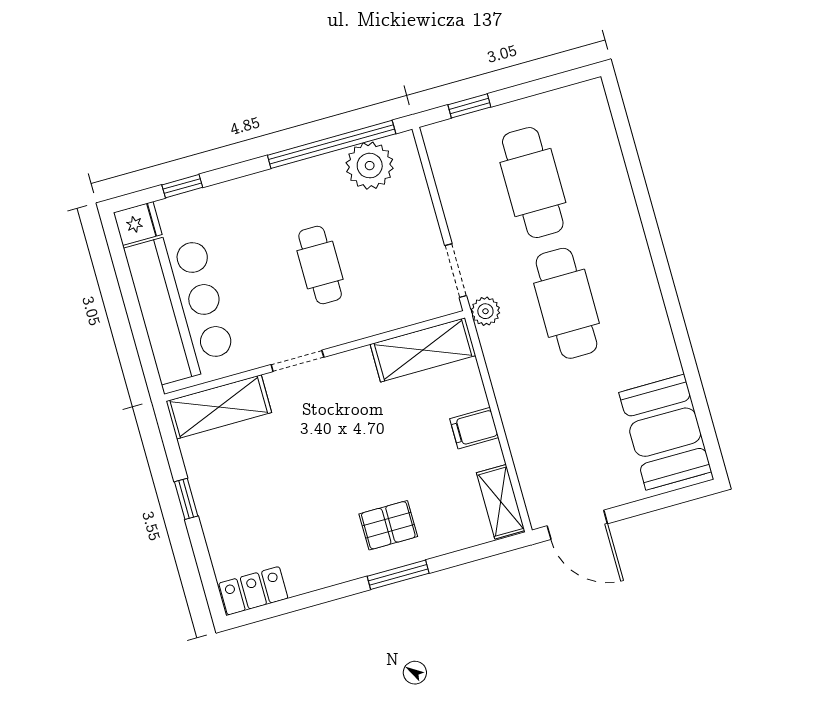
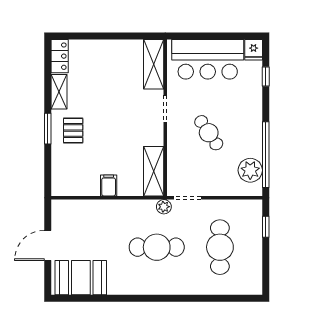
cafe table: (533, 183) -> (220, 247), turned 90
cafe table: (320, 265) -> (209, 133), turned 56
window: (186, 499) -> (113, 36), removed
shelving: (501, 502) -> (59, 92), moved, turned 90
door: (577, 525) -> (48, 245), moved

